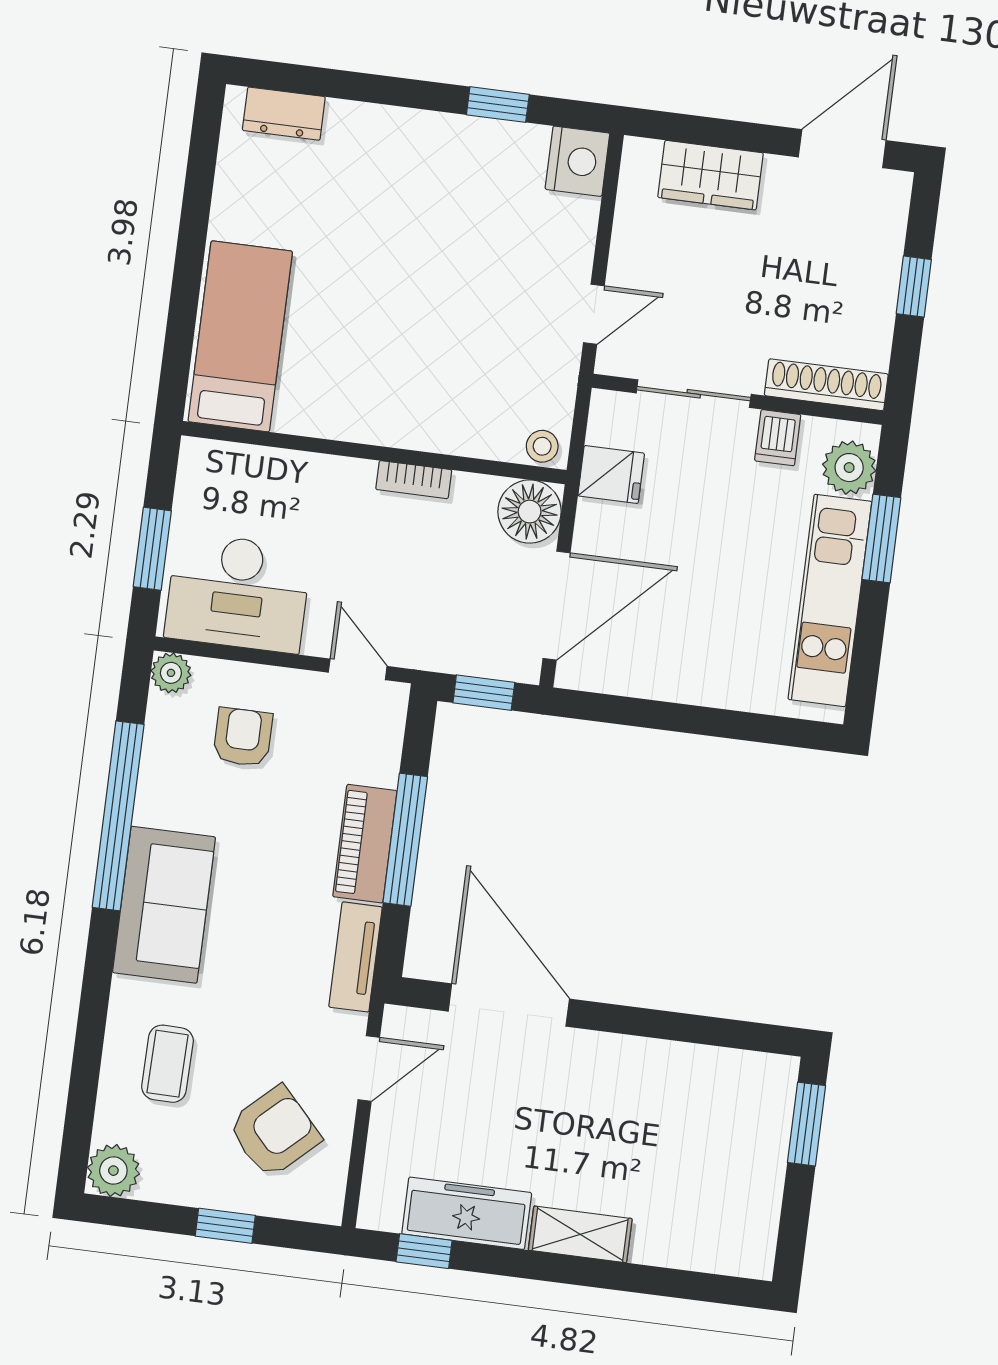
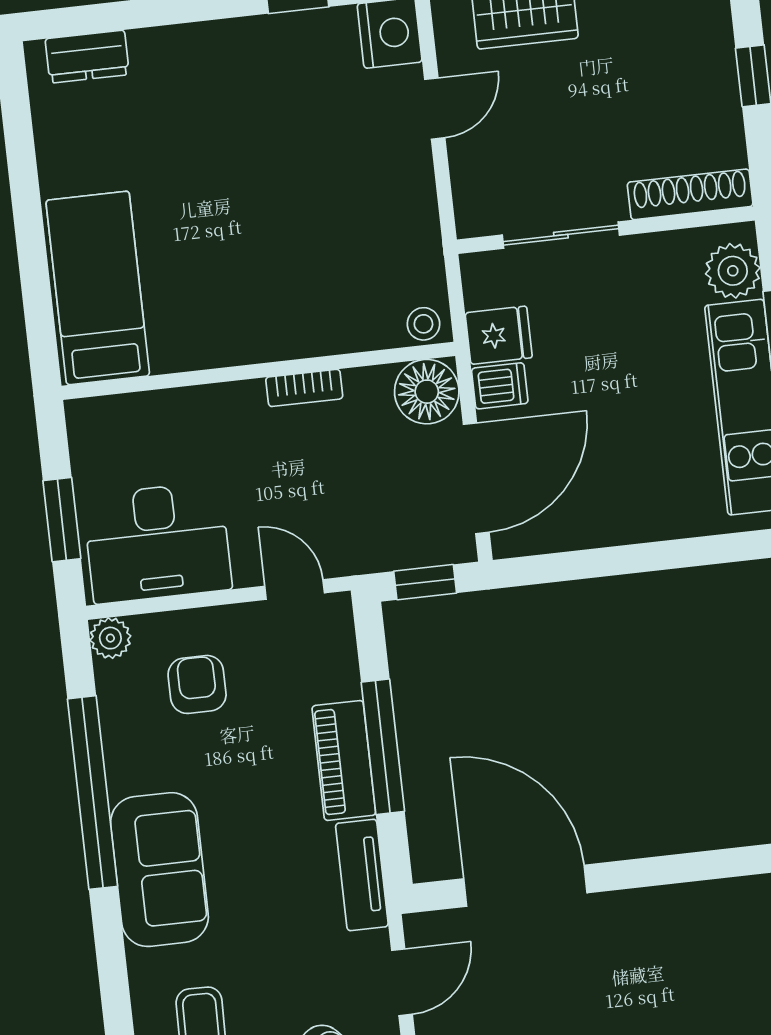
door: (594, 314) -> (435, 109), moved
dishwasher: (778, 438) -> (500, 386), moved, turned -90

